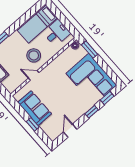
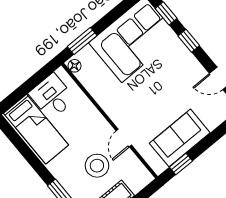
stool: (34, 55) -> (97, 166), moved
window: (33, 124) -> (181, 164), moved

